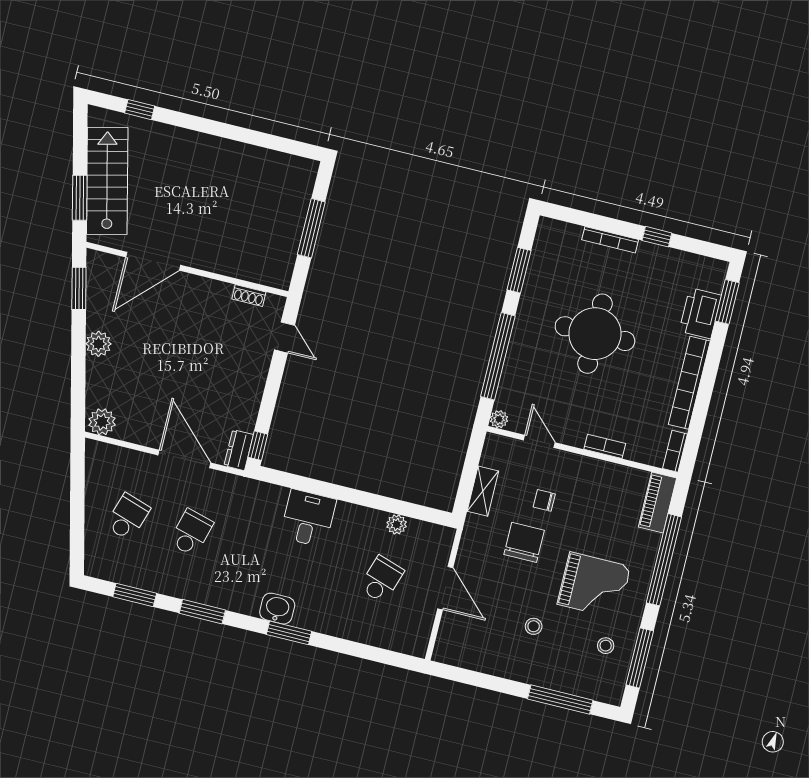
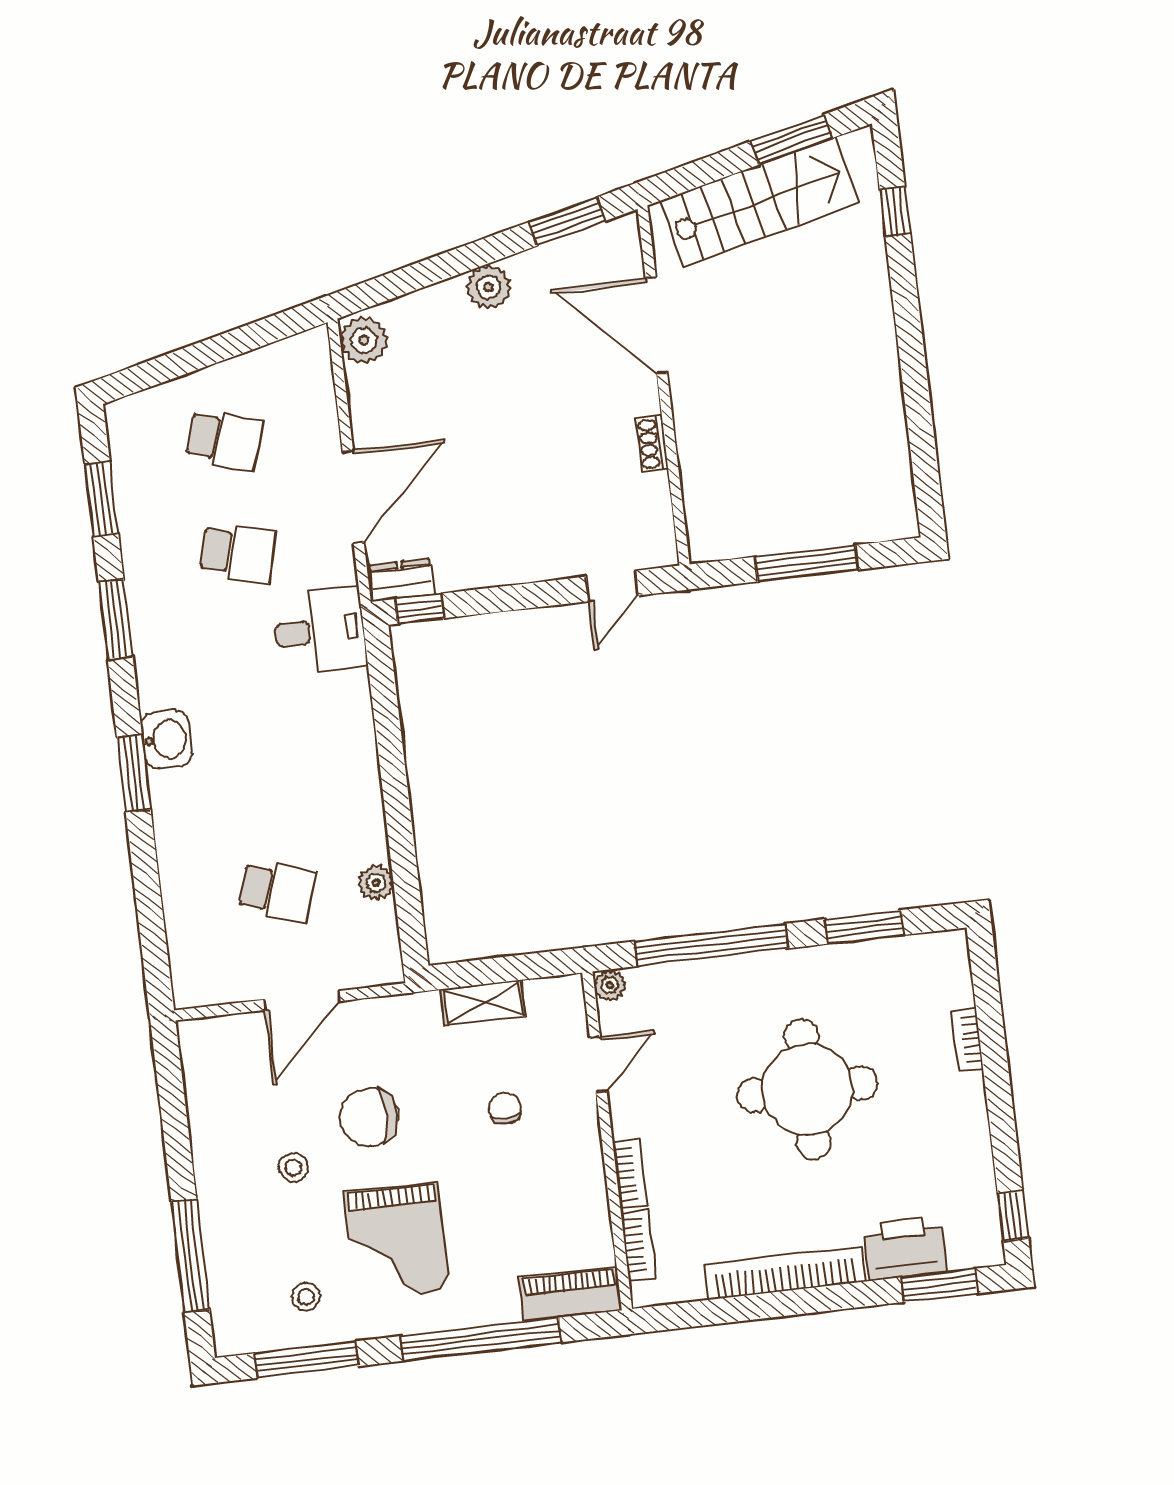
window: (80, 198) -> (791, 140), moved
window: (657, 237) -> (1013, 1216), moved
bookcase: (610, 240) -> (968, 1040), width x0.64
shoe rack: (249, 295) -> (652, 444), moved
bookcase: (675, 451) -> (638, 1245), moved, turned 90
desk: (308, 518) -> (320, 631), moved
chair: (524, 542) -> (369, 1117), moved, turned 180

